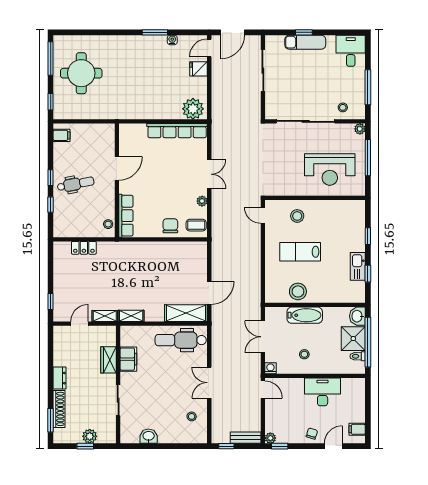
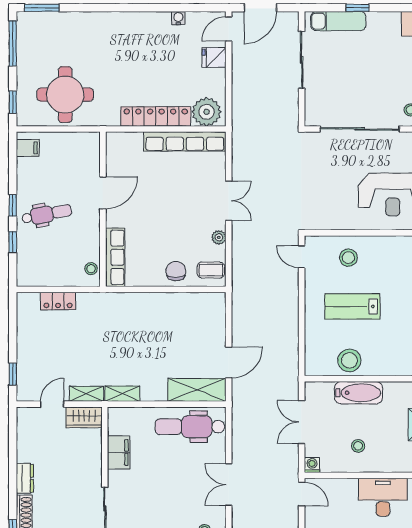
window: (155, 32) -> (42, 8), moved
exam couch: (305, 42) -> (338, 21), moved
round table: (81, 73) -> (65, 95), moved
locker: (156, 112) -> (156, 116), added
wardrobe: (109, 360) -> (84, 417), moved, turned -90

